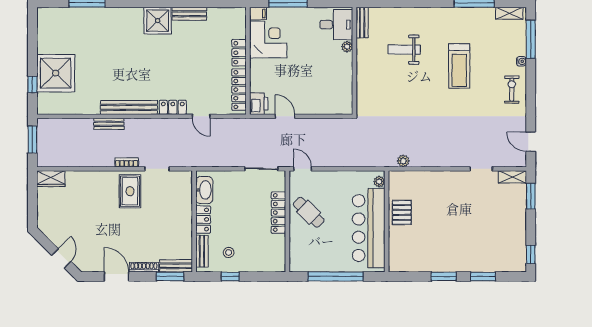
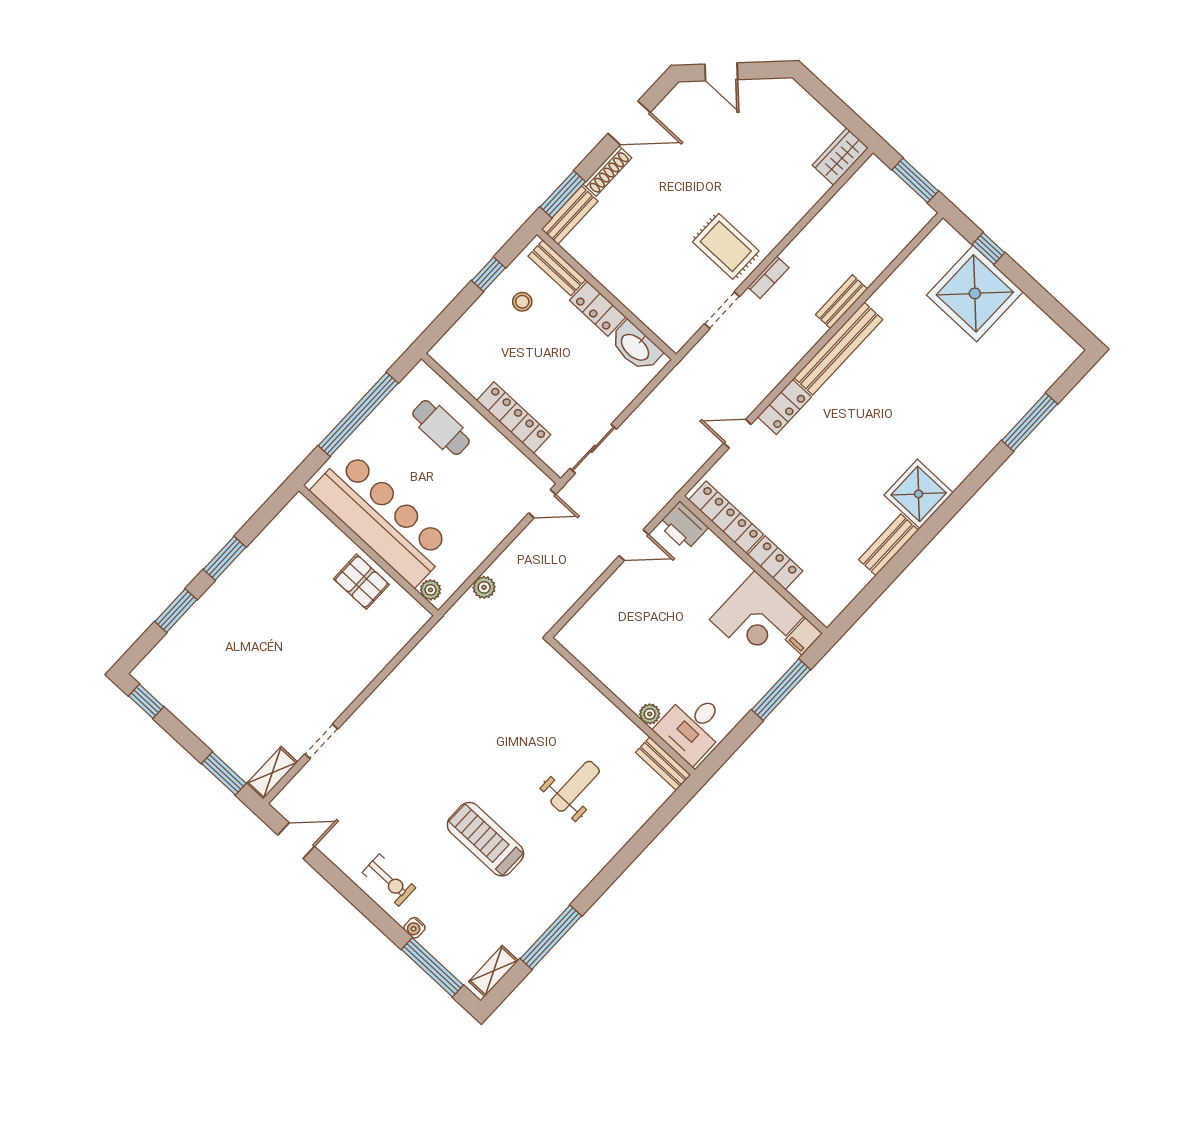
plant: (403, 161) -> (484, 587), moved
cafe table: (309, 212) -> (441, 428), moved, turned 46

